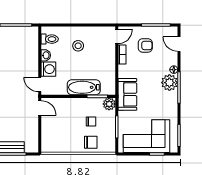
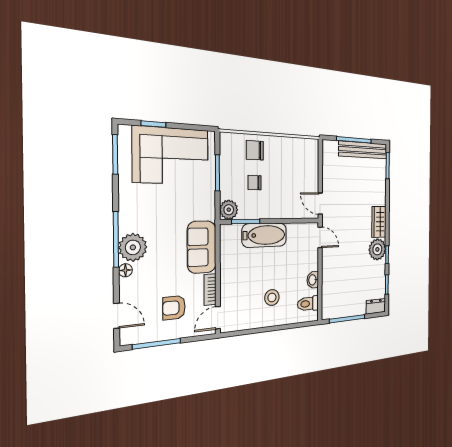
washing machine: (48, 69) -> (310, 260), removed
sofa: (127, 94) -> (202, 247), moved

